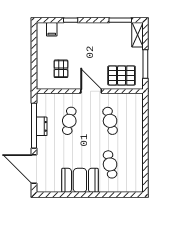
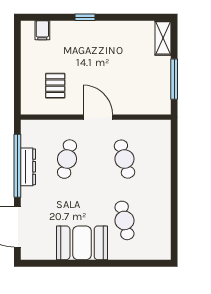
window: (71, 20) -> (85, 17), moved
window: (120, 20) -> (139, 17), removed
pallet: (122, 76) -> (141, 95), removed
dresser: (42, 126) -> (28, 167), width x1.44

